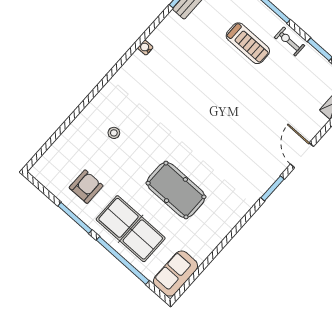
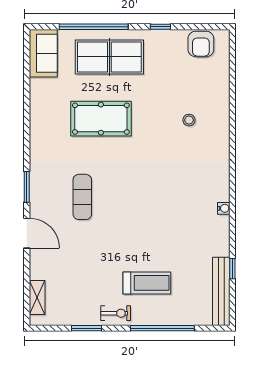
treadmill: (248, 43) -> (147, 283), turned 180
exercise mat: (239, 146) -> (82, 197), added
armchair: (86, 187) -> (201, 44), moved
window: (75, 218) -> (160, 27), width x0.46

